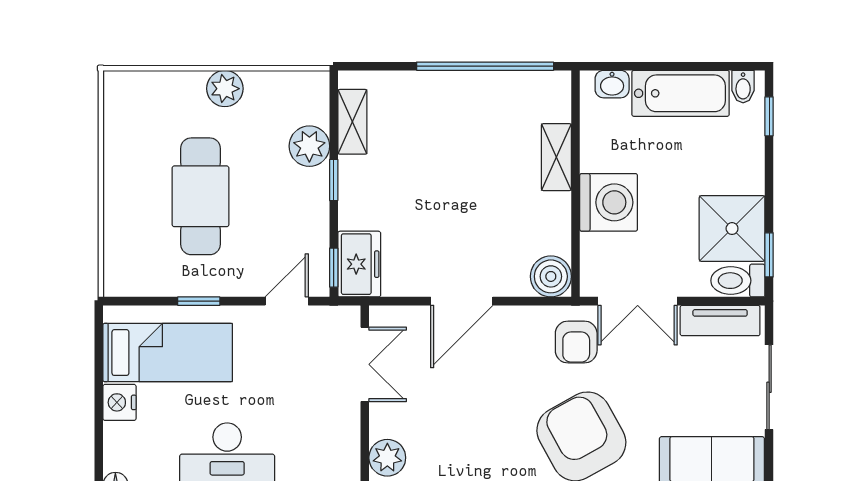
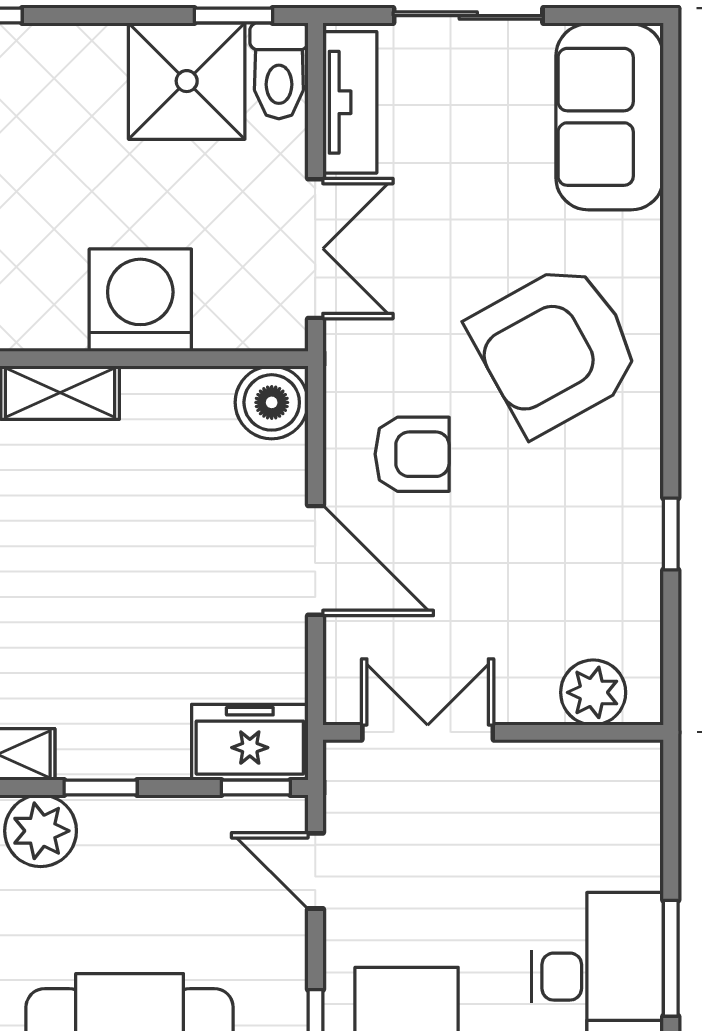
armchair: (576, 342) -> (412, 454), moved

